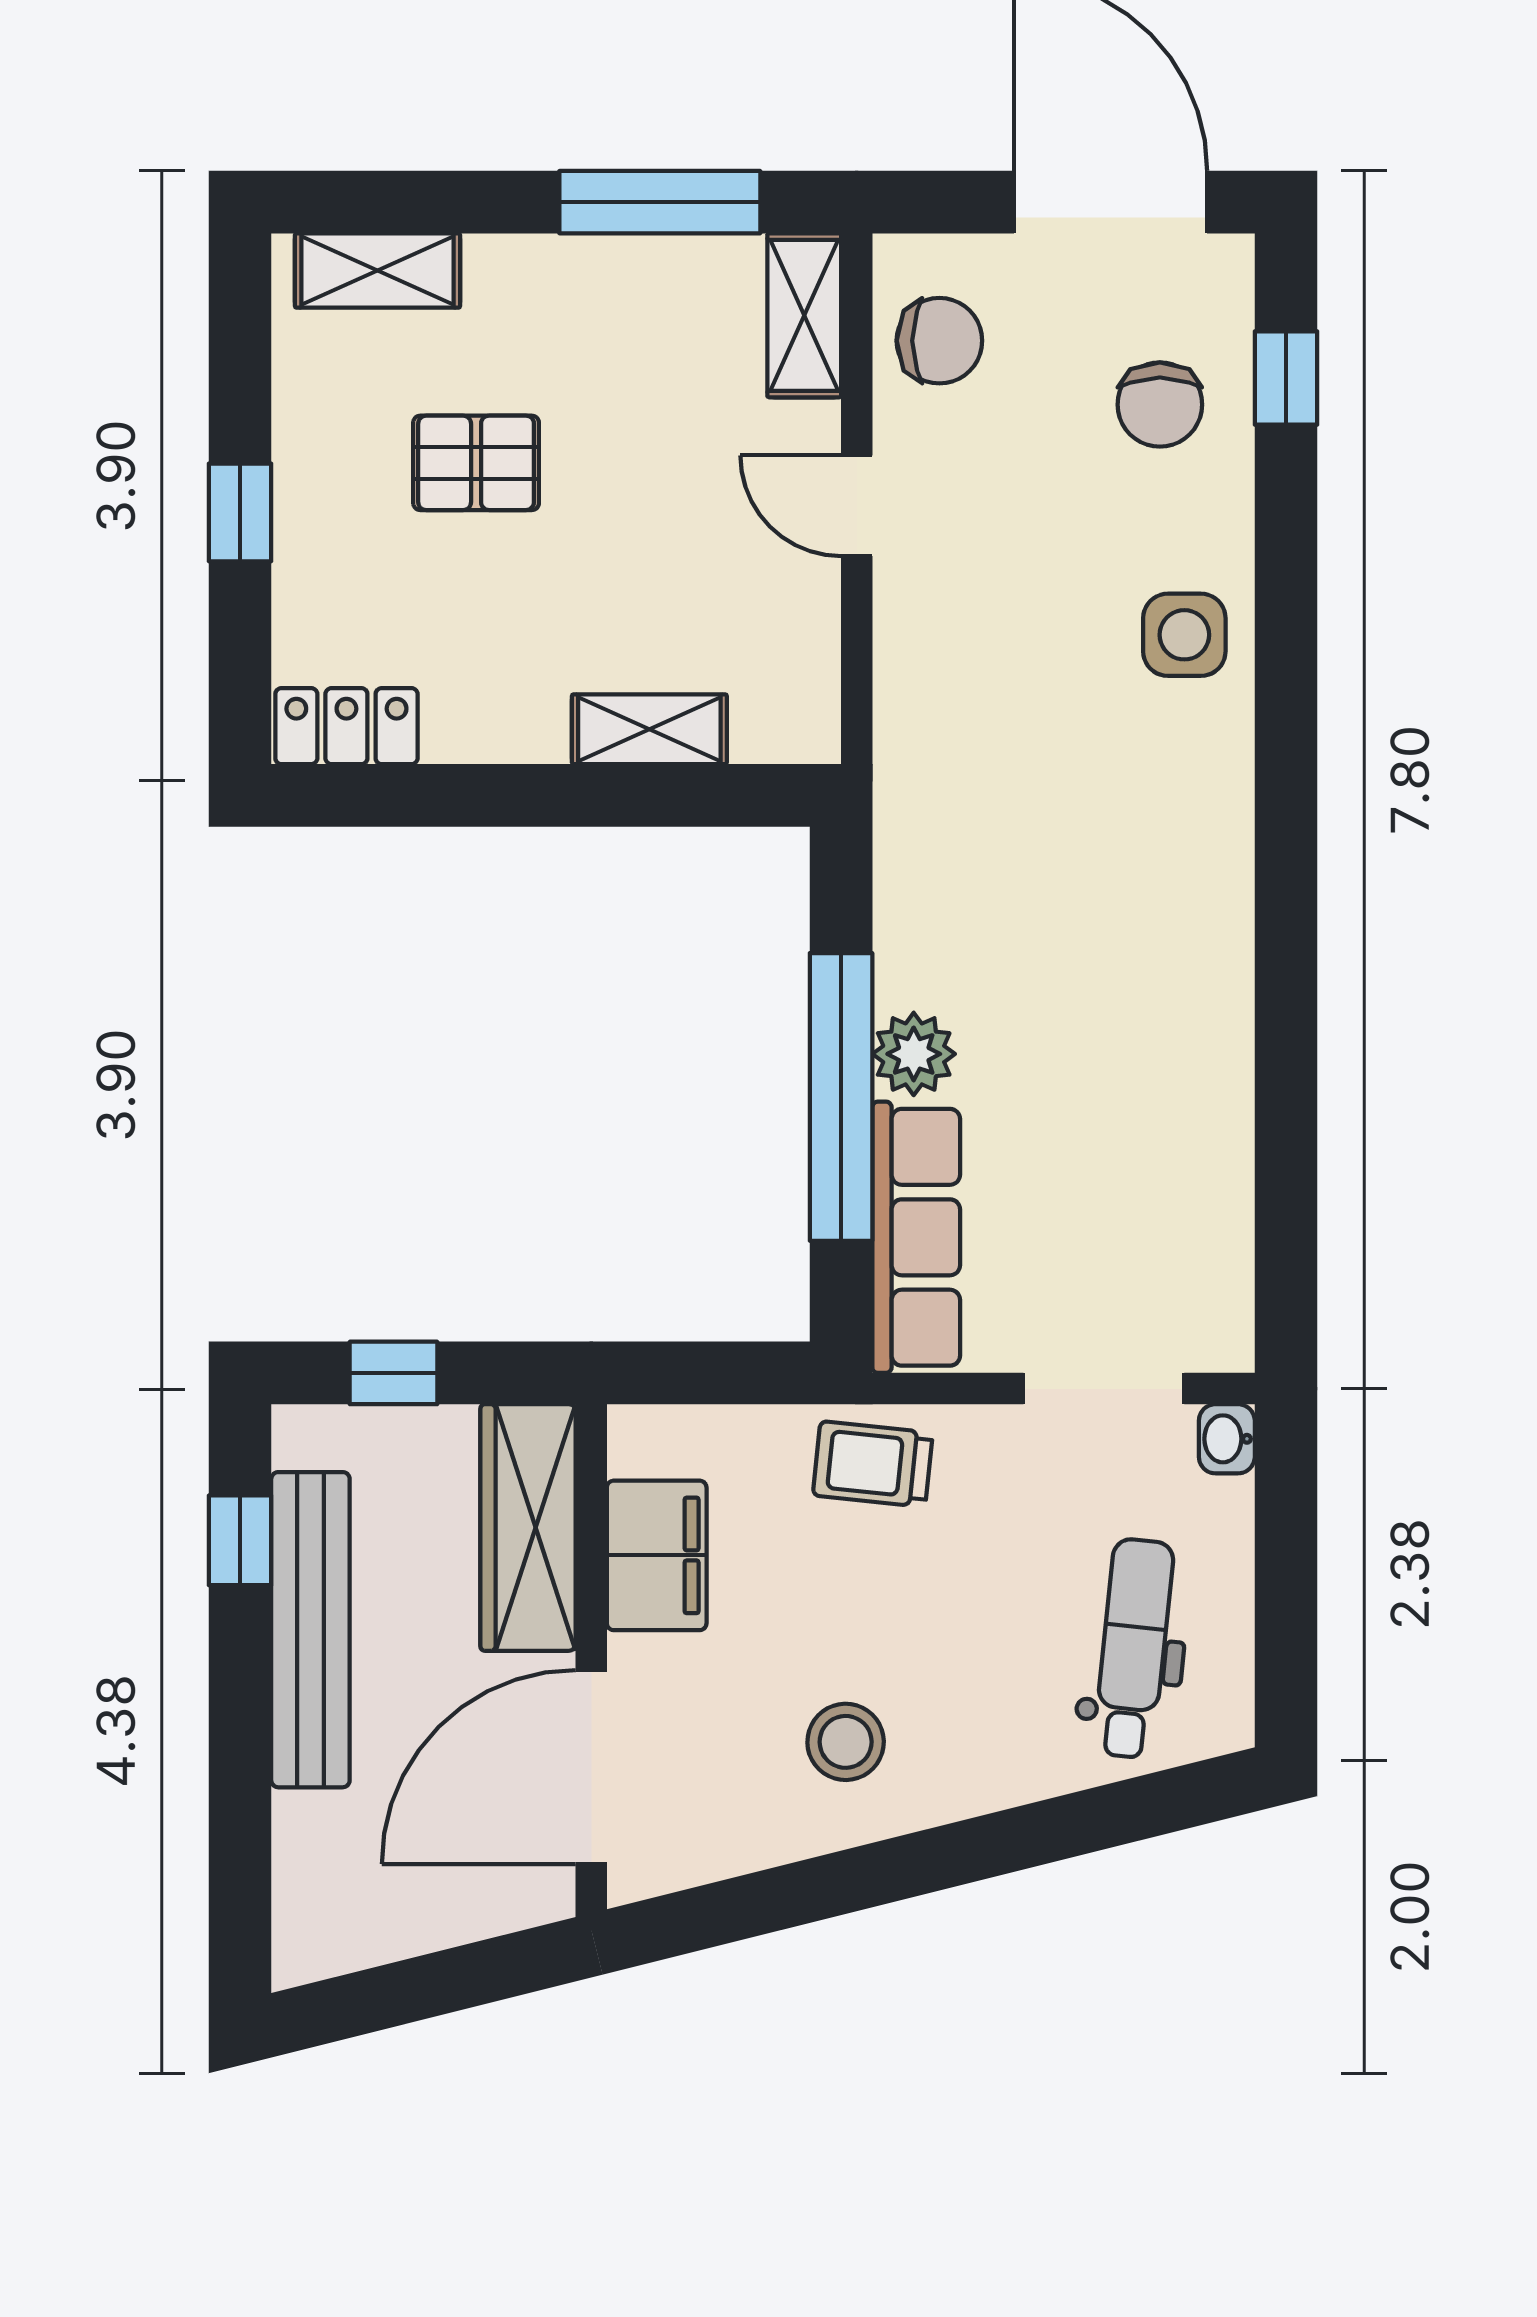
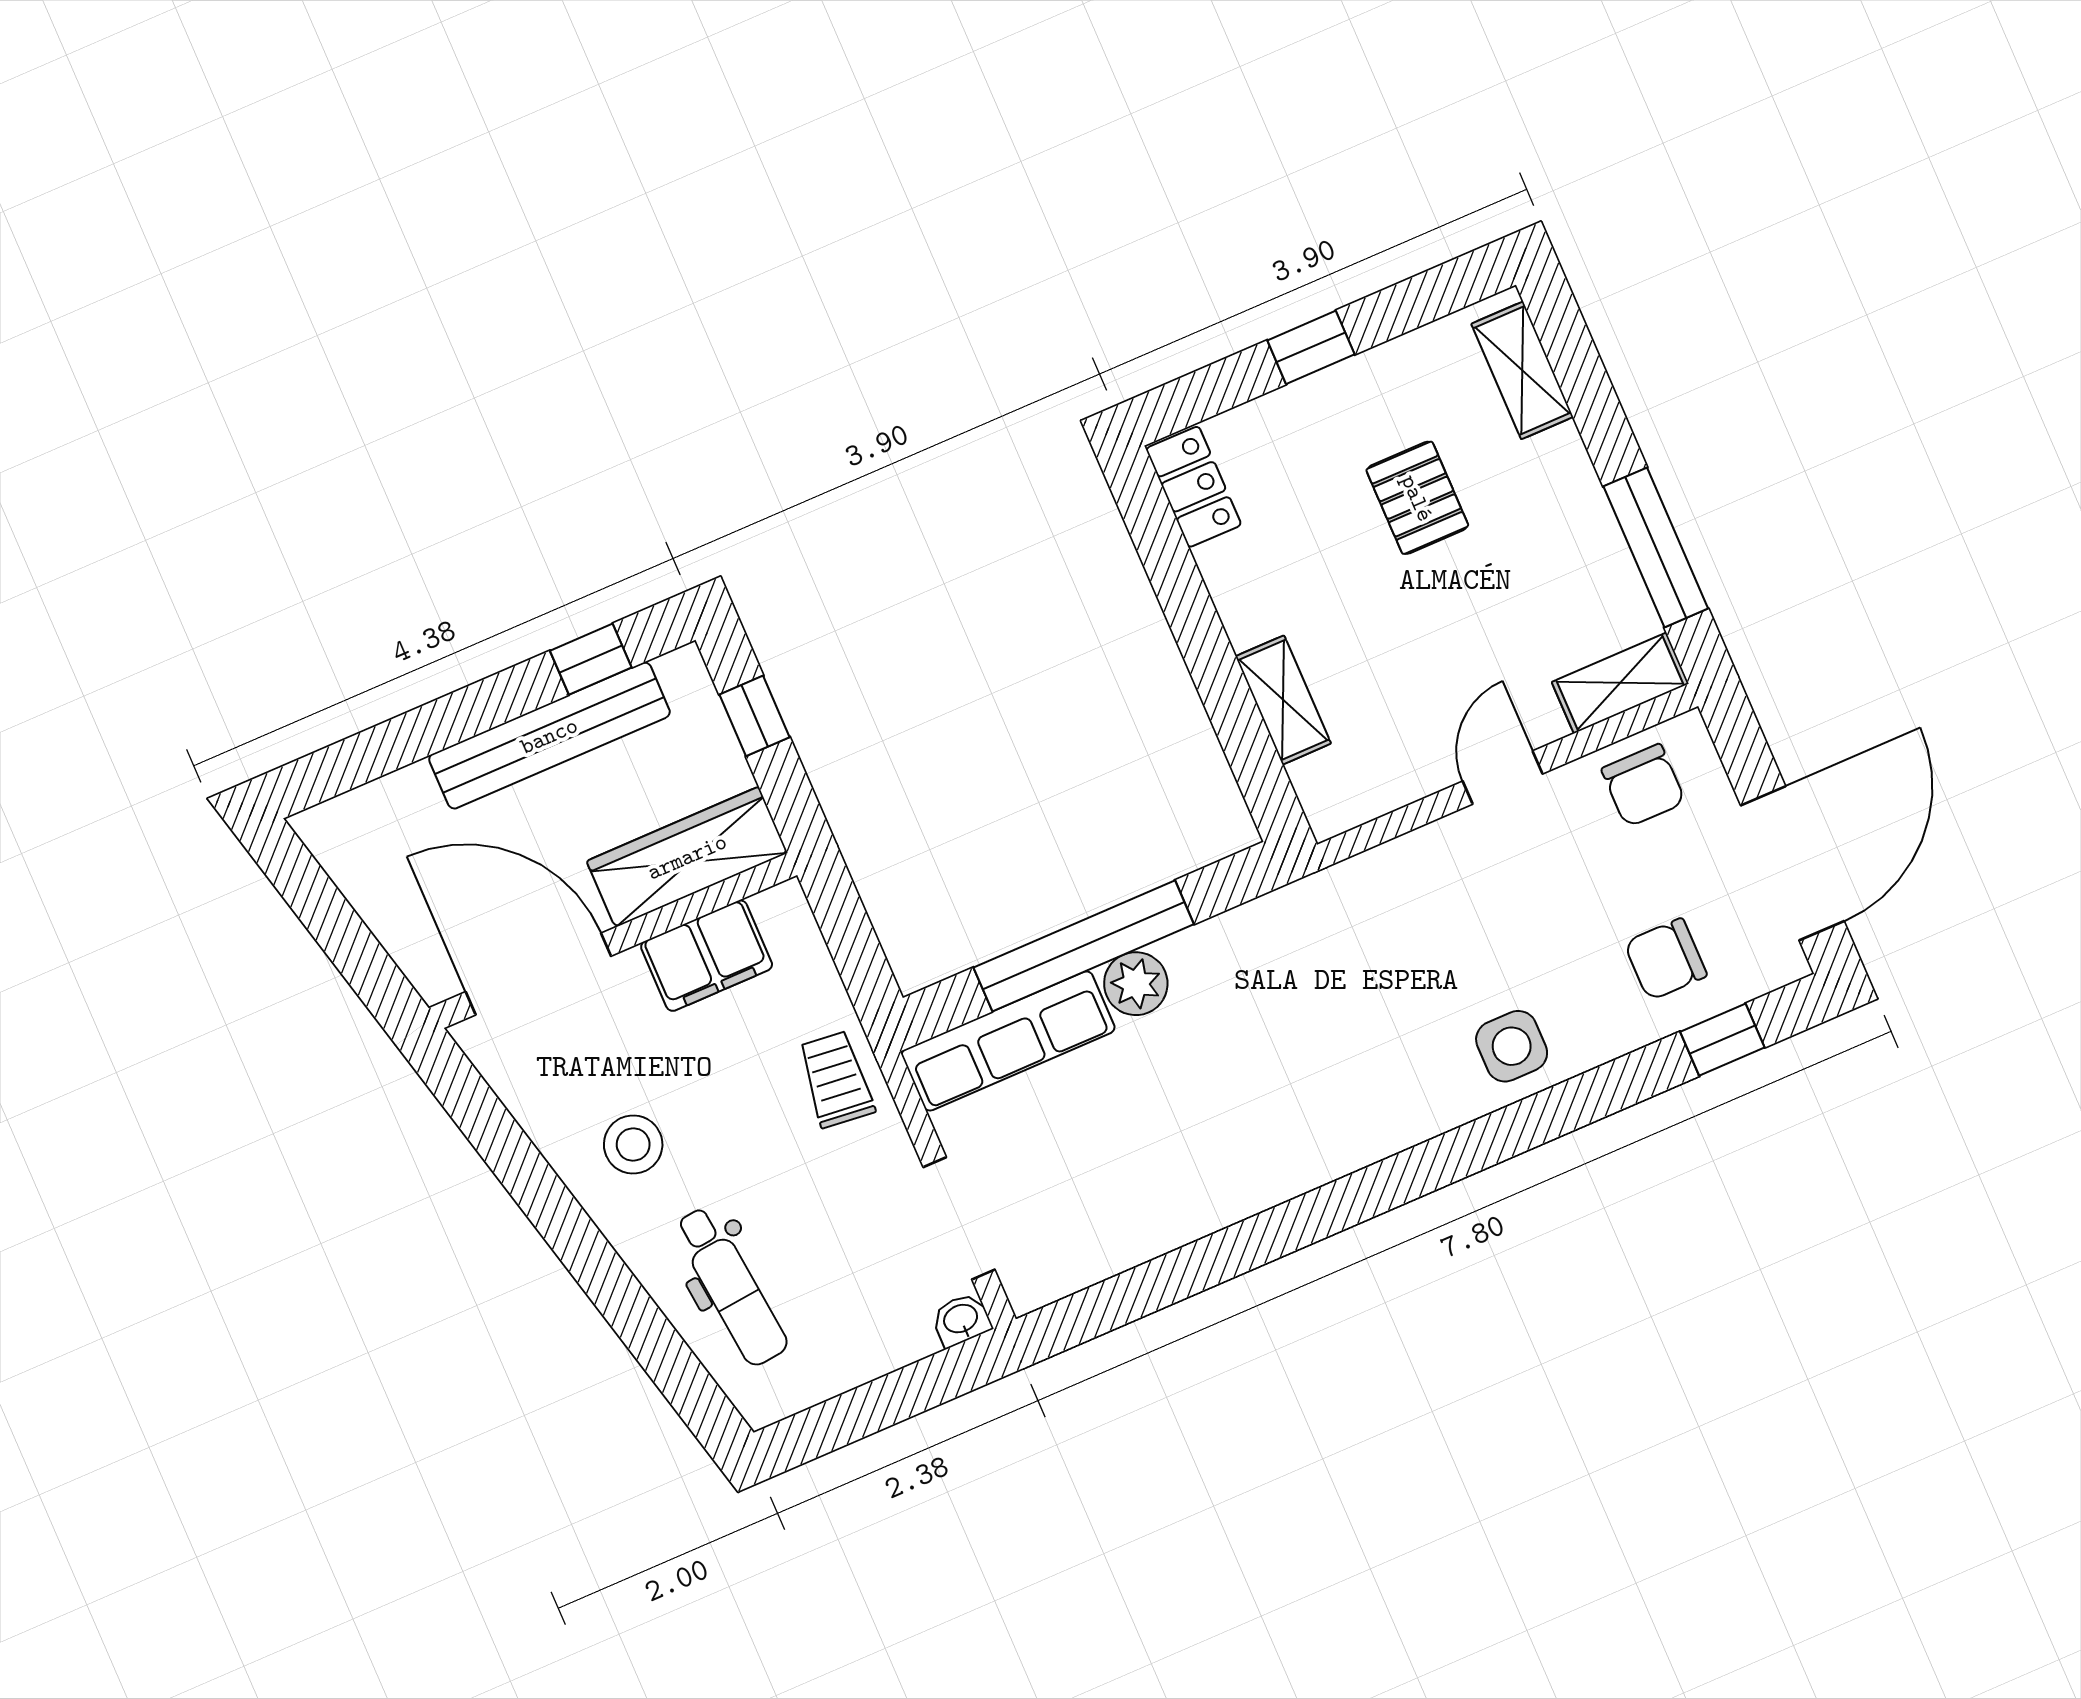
dental chair: (1134, 1648) -> (731, 1286), moved, turned 78

